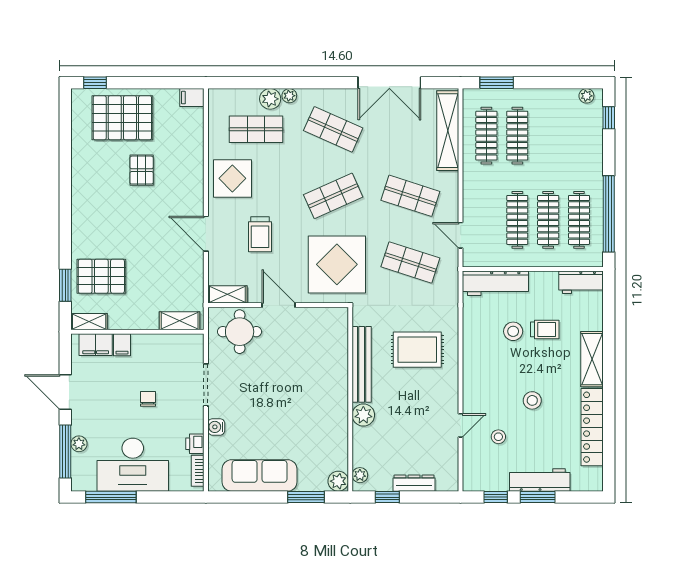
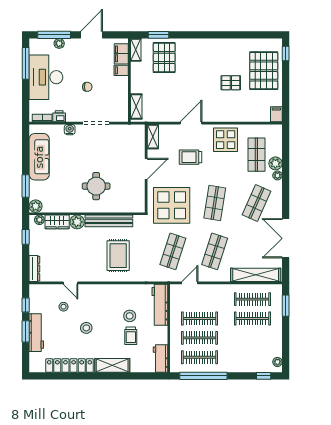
shop shelf: (333, 196) -> (215, 203), turned 33
round table: (240, 332) -> (96, 186), moved
wardrobe: (363, 447) -> (57, 222), added
dresser: (414, 483) -> (34, 269), moved

